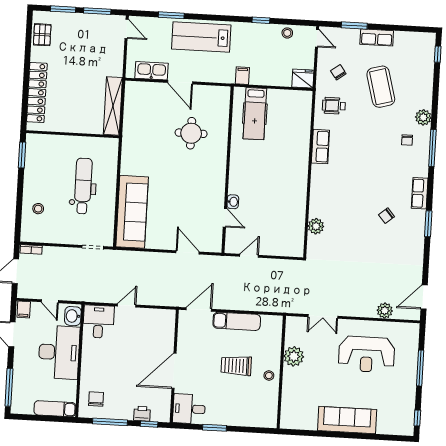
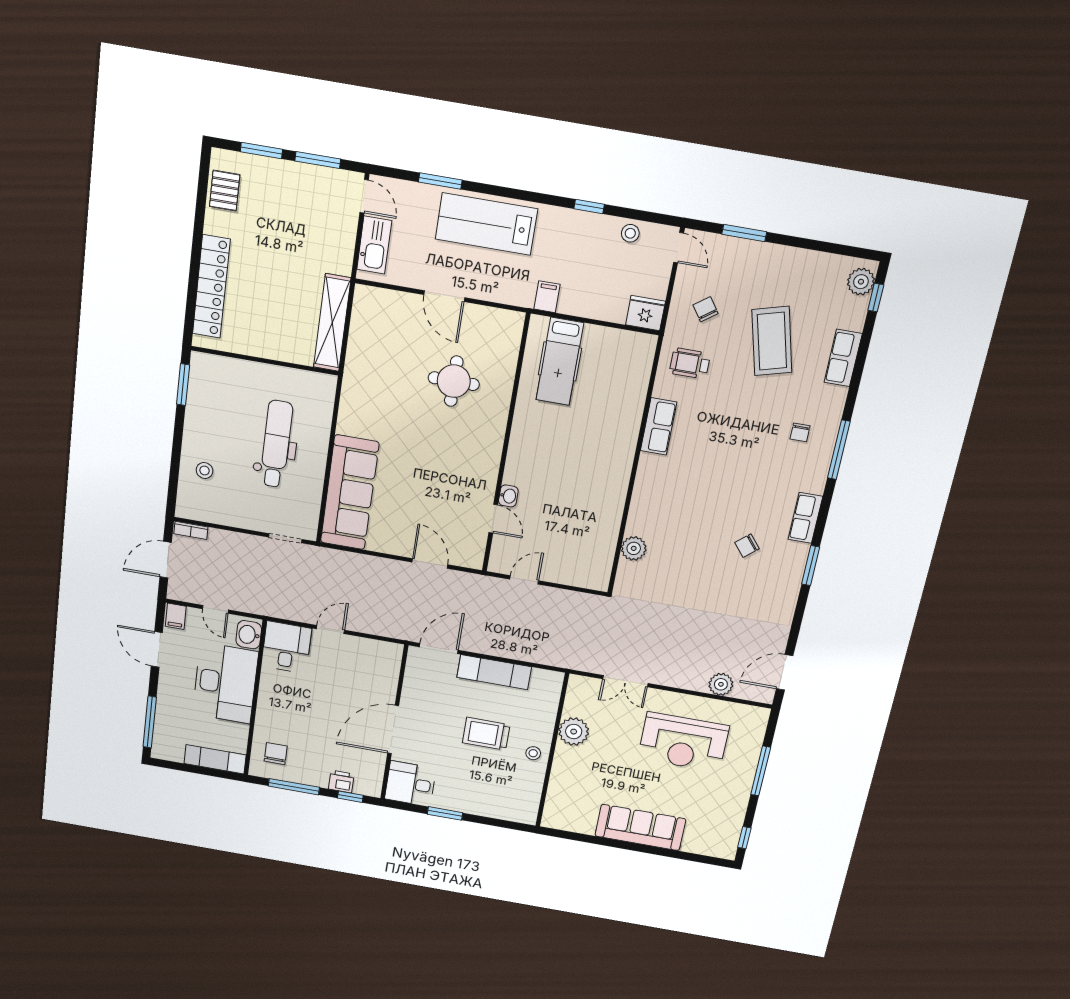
row of seats: (377, 37) -> (843, 358), moved, turned 90
kitchen sink: (152, 71) -> (374, 245), moved, turned 90
plant: (423, 117) -> (861, 282), moved

